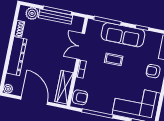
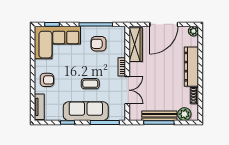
armchair: (80, 97) -> (98, 44), moved
door: (34, 101) -> (164, 24), hinge flipped

